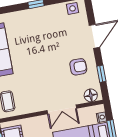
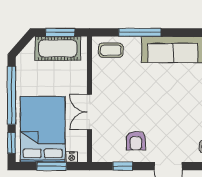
floor lamp: (91, 95) -> (100, 149), removed

